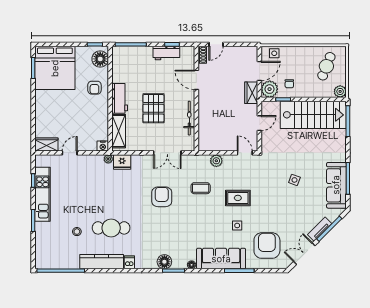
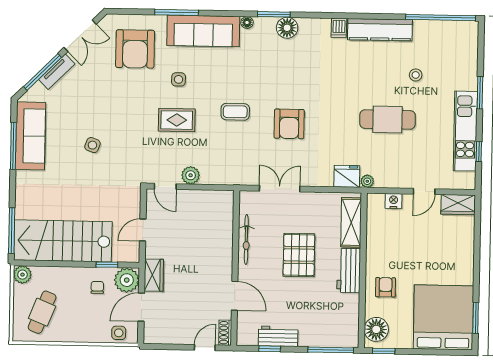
nightstand: (103, 146) -> (394, 201), moved
plant: (216, 161) -> (191, 175), moved
coffee table: (201, 188) -> (235, 112), moved
cafe table: (111, 228) -> (388, 119), moved

